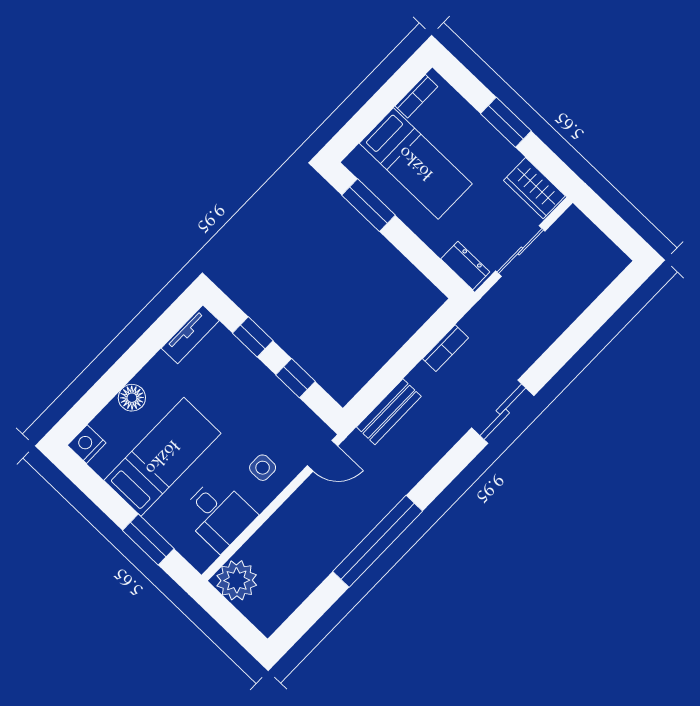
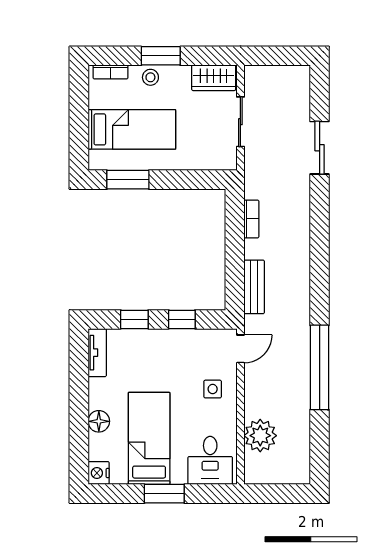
bookcase: (416, 96) -> (111, 72), moved, turned 90
stool: (478, 133) -> (150, 77), added
dresser: (465, 265) -> (217, 160), removed
sliding door: (503, 412) -> (320, 148), moved
desk: (218, 514) -> (210, 460), moved, turned 90
window: (148, 539) -> (164, 494), moved
plant: (237, 580) -> (260, 436), moved

